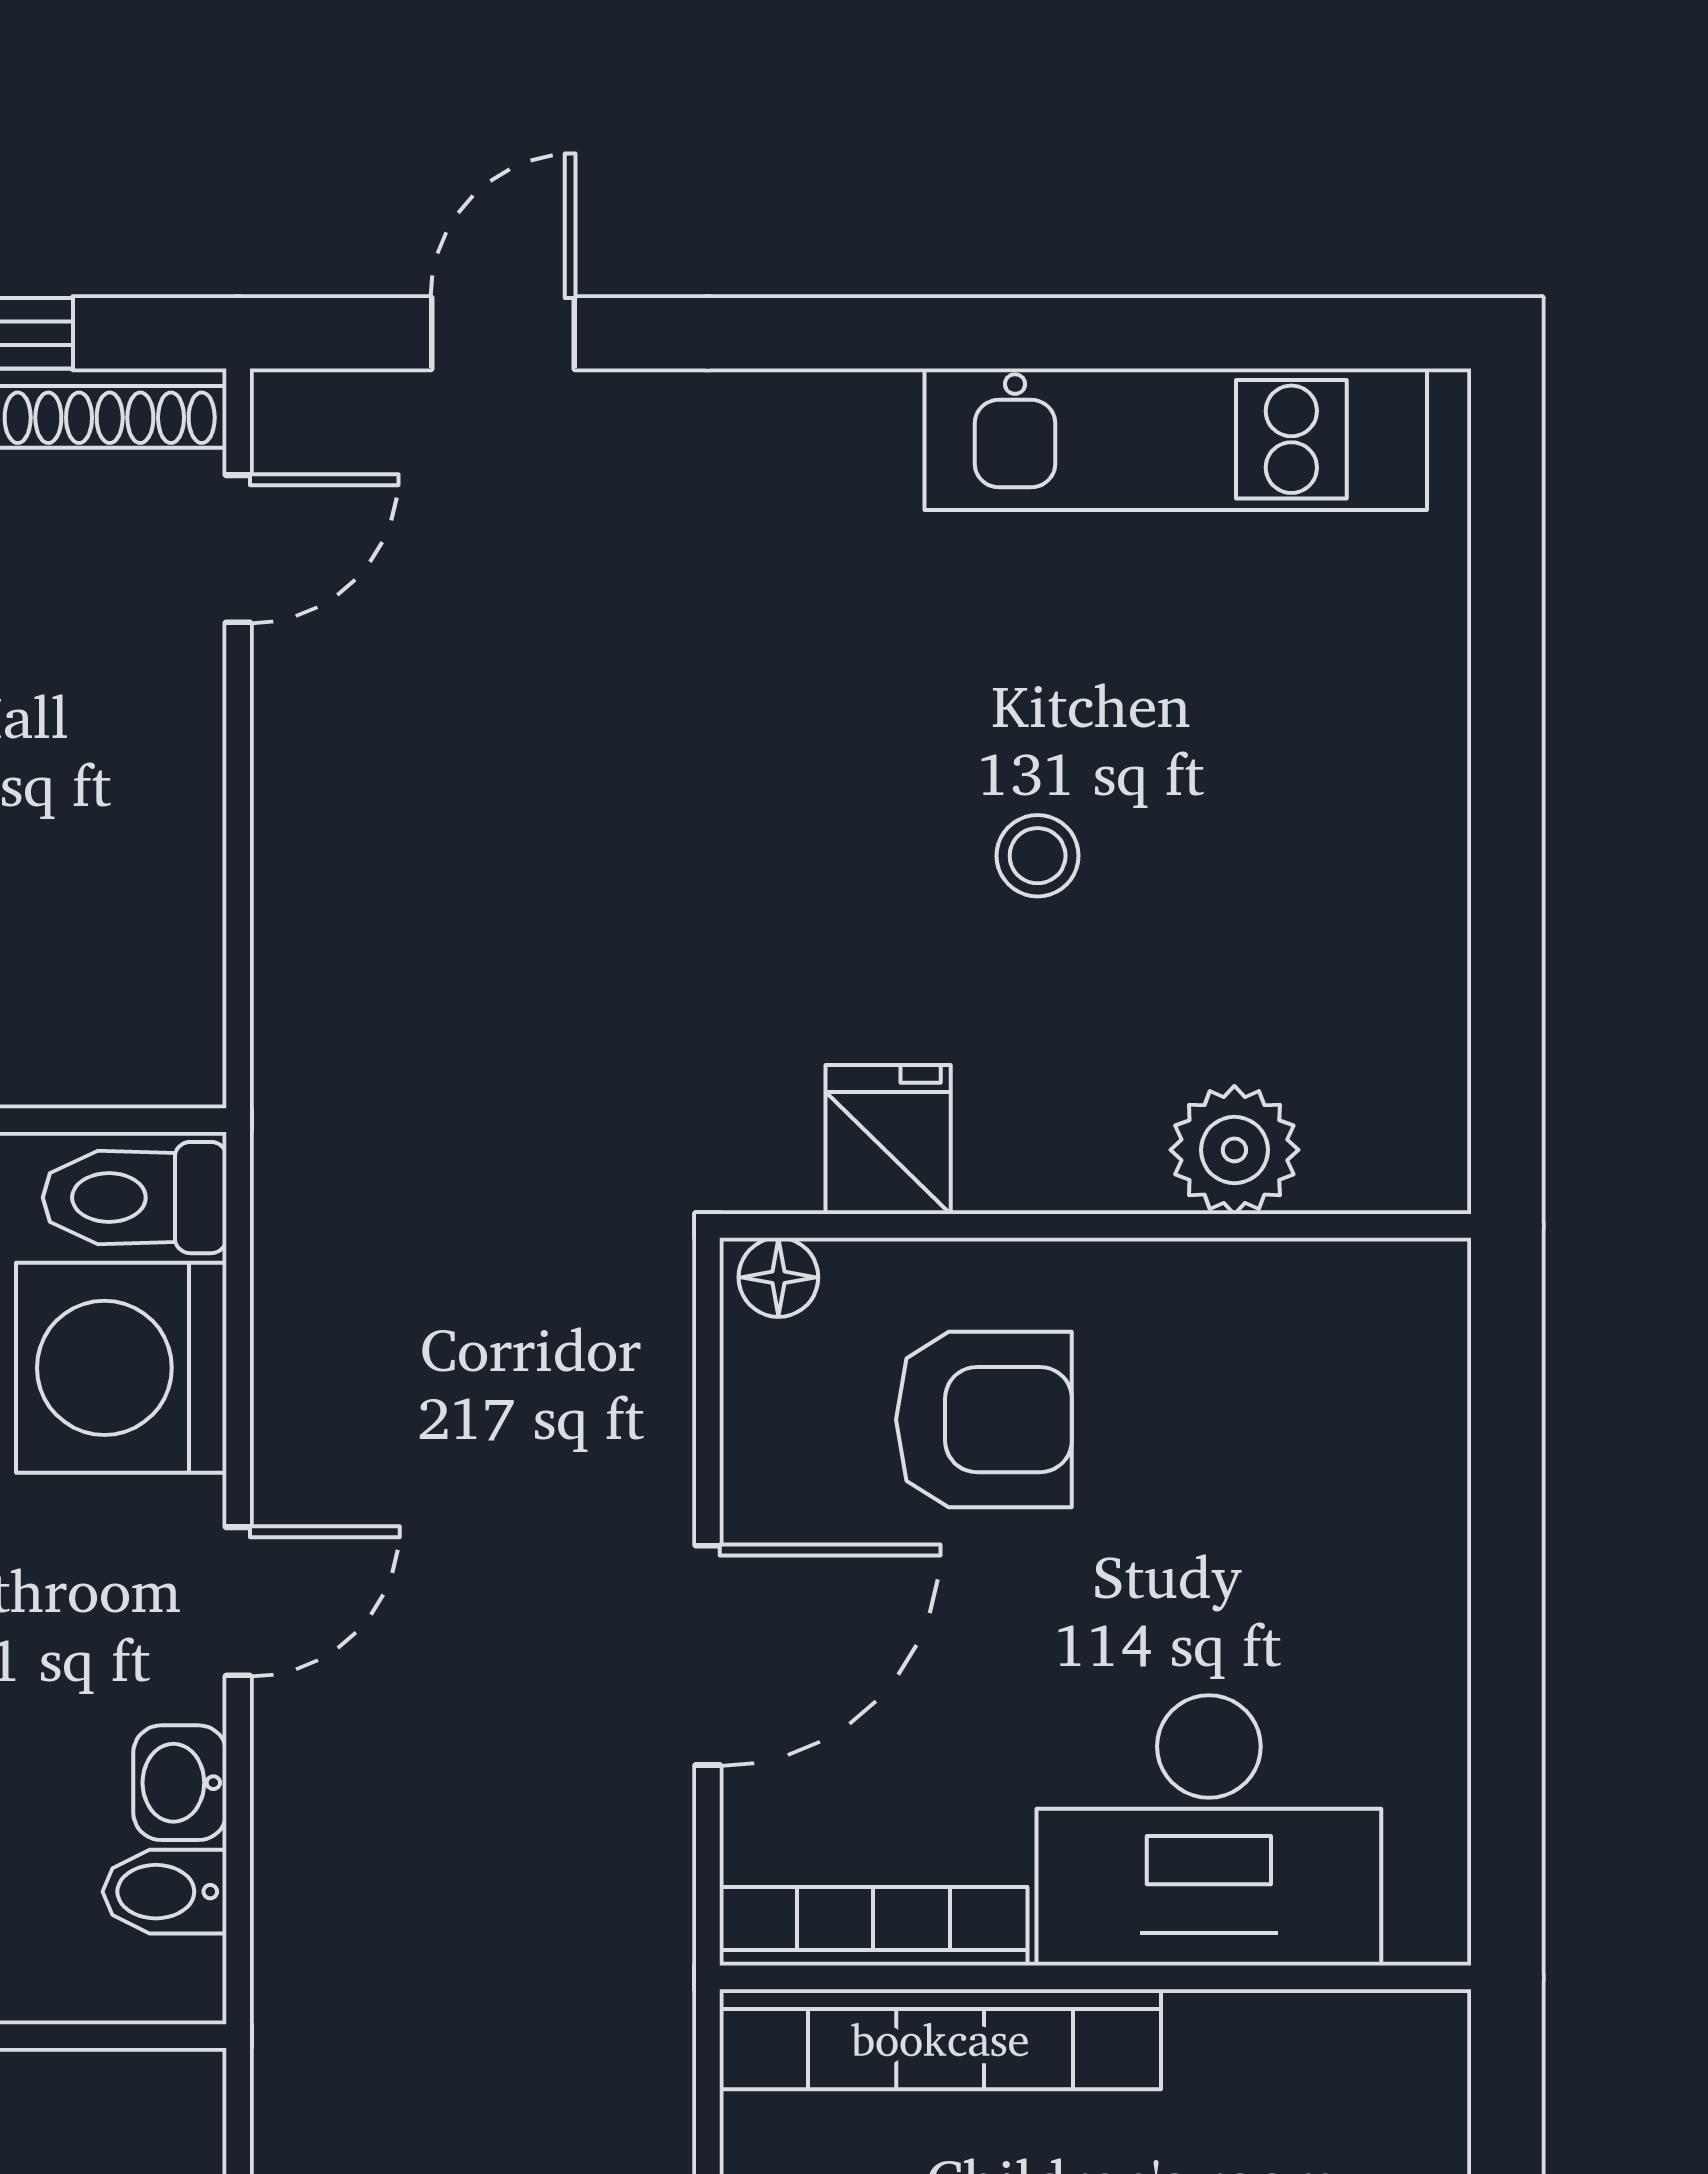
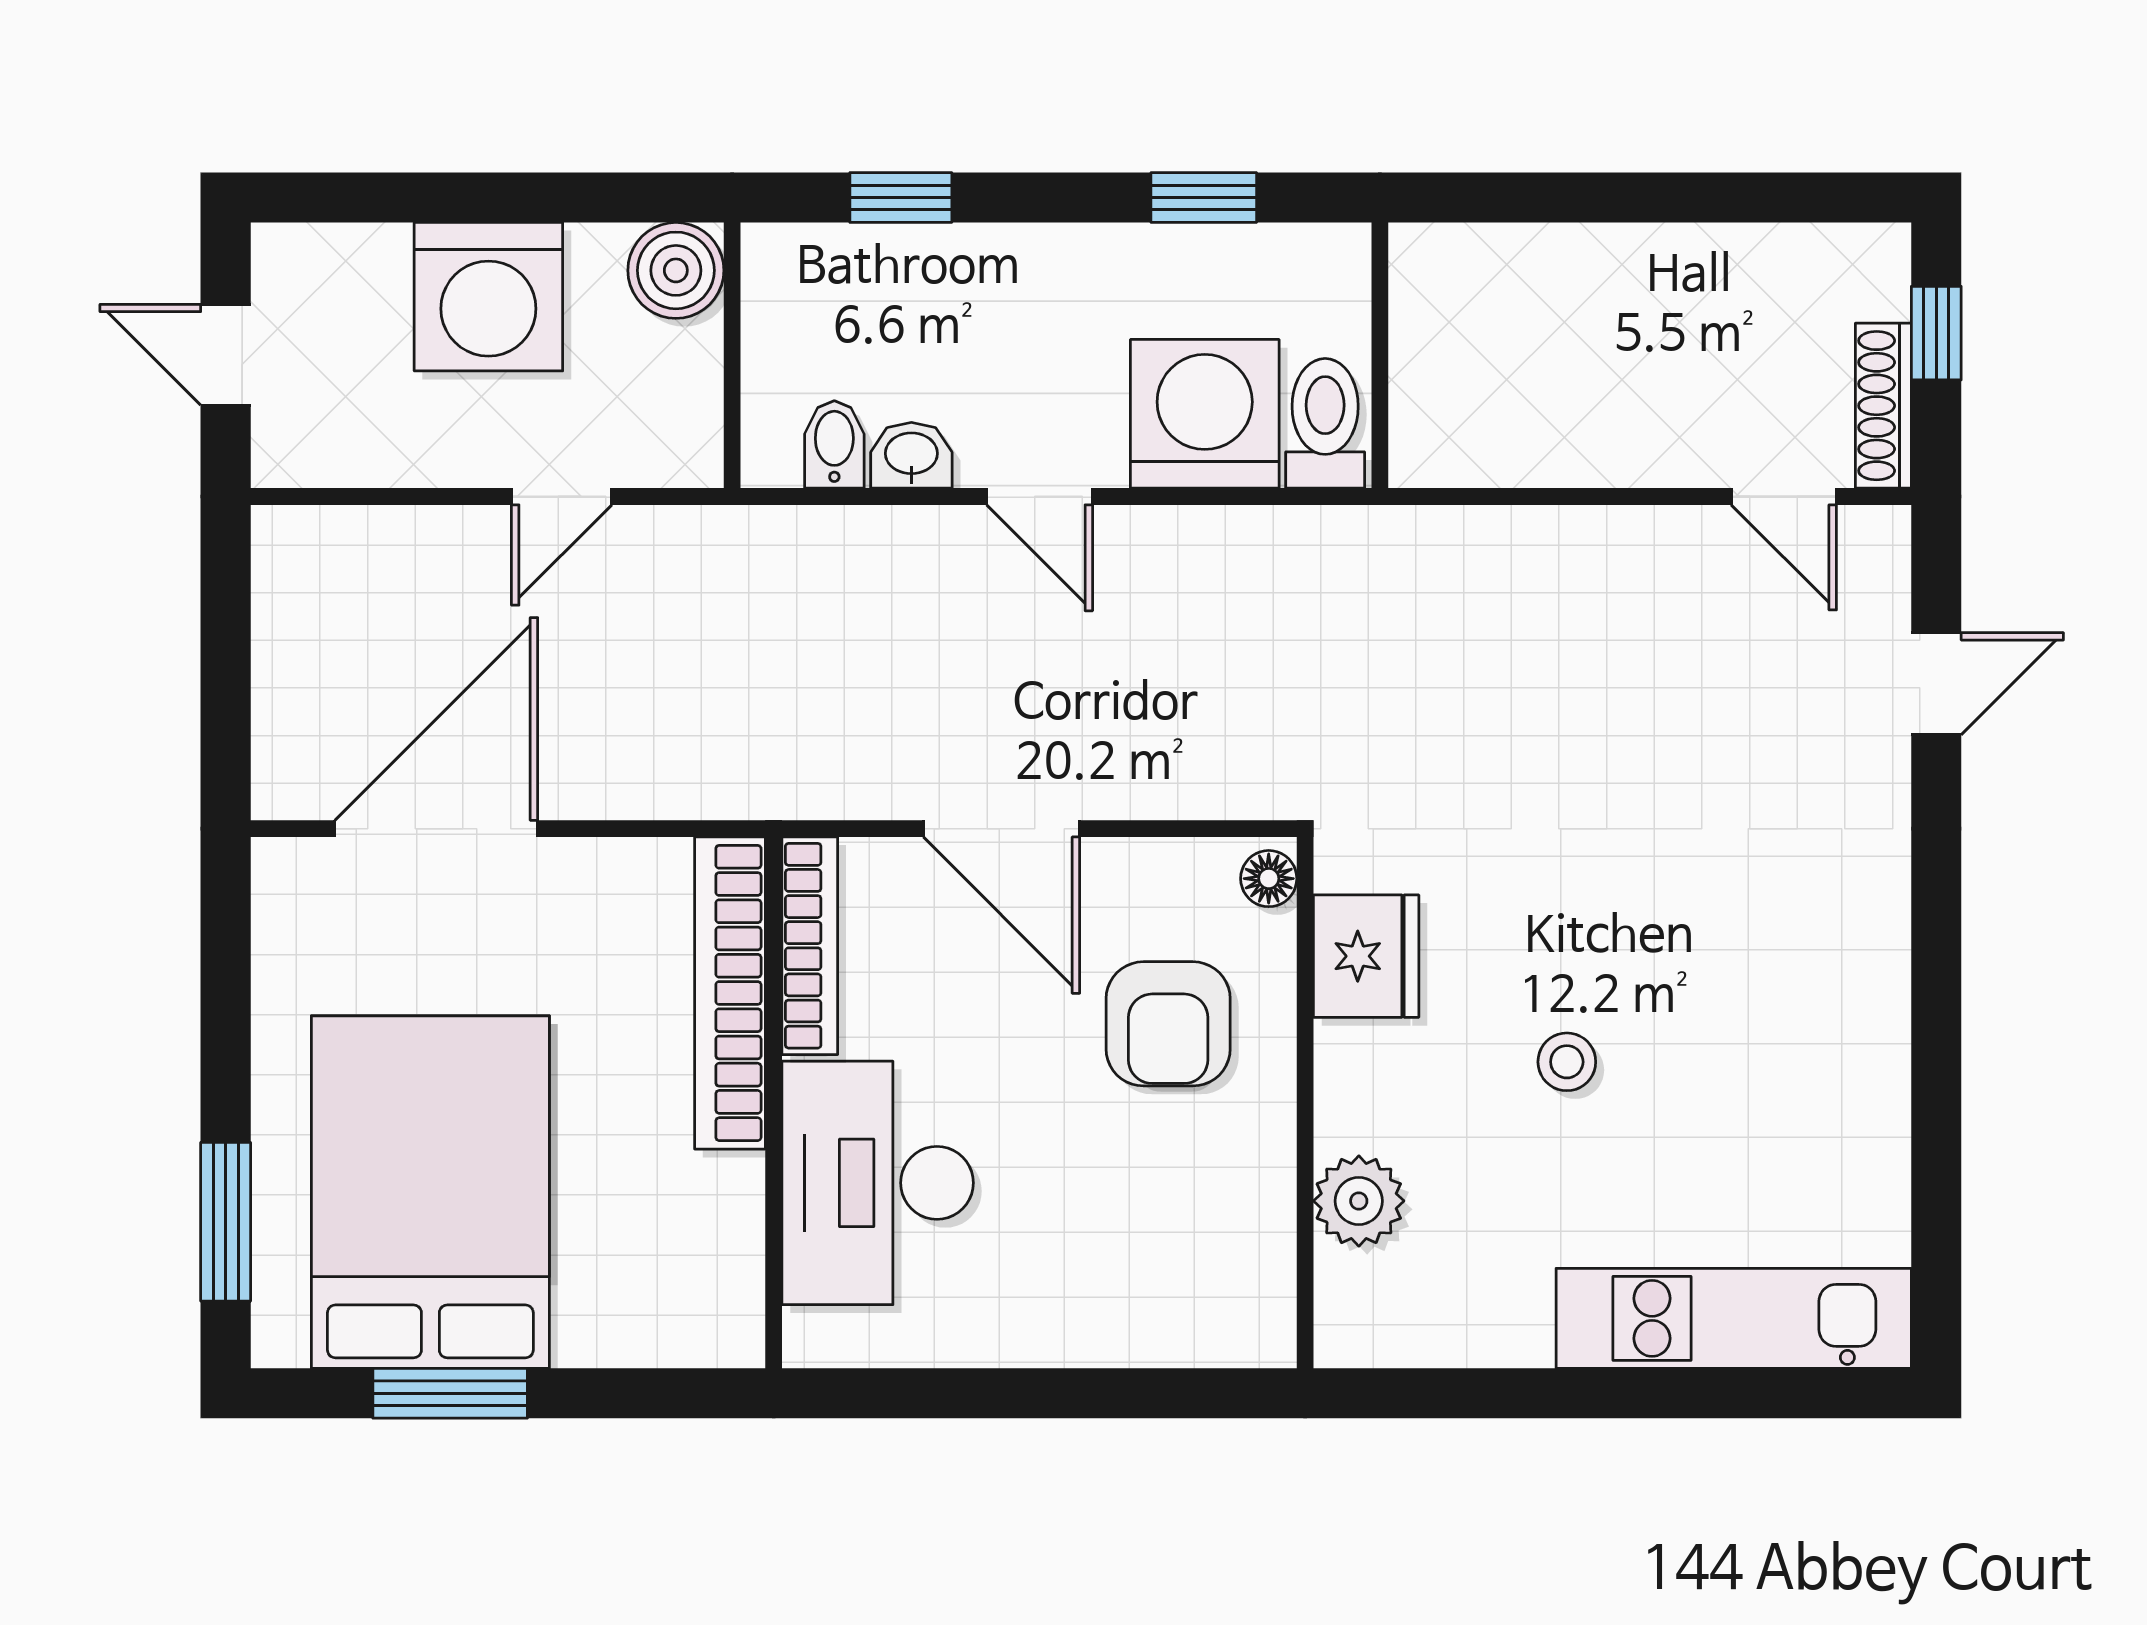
door: (503, 333) -> (1936, 684), hinge flipped
kitchen unit: (1176, 439) -> (1734, 1318), moved, turned 90
fridge: (888, 1140) -> (1366, 956), width x1.38

